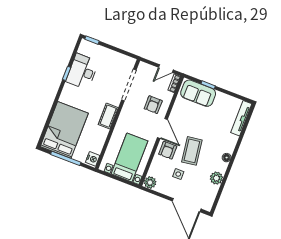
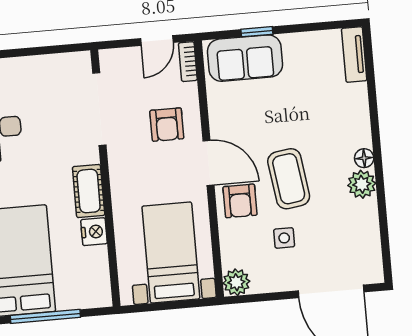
tv unit: (241, 118) -> (354, 54), width x0.71
nightstand: (93, 159) -> (94, 232), moved
plant: (216, 178) -> (362, 184), moved

